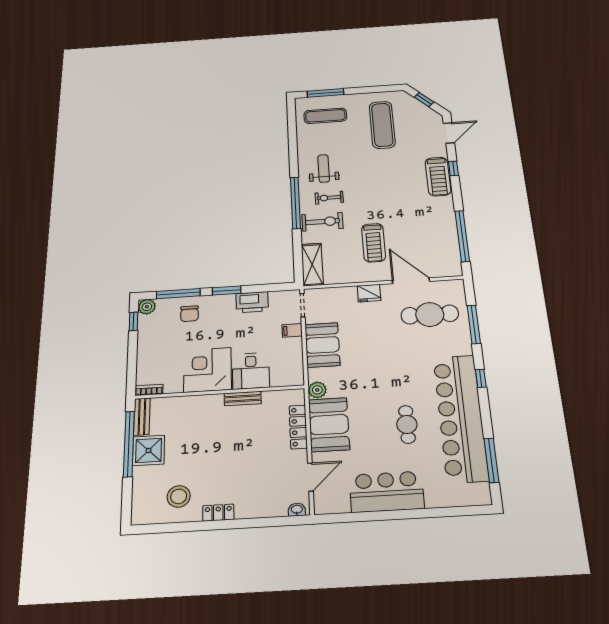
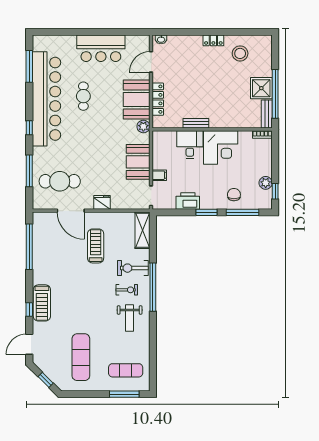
treadmill: (438, 176) -> (42, 303), turned 180
plant: (147, 307) -> (266, 183), moved

